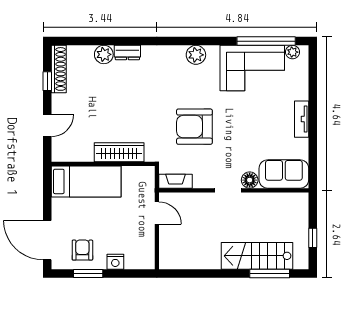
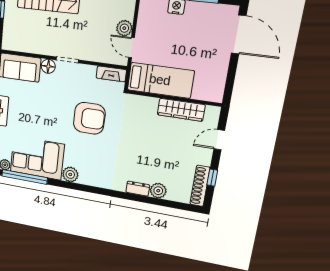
plant: (196, 55) -> (70, 174), moved
wardrobe: (119, 152) -> (181, 110), moved
bed: (86, 181) -> (160, 80), moved, turned 180
plant: (168, 233) -> (124, 28), added
armchair: (82, 250) -> (206, 21), removed

